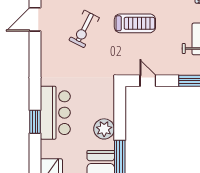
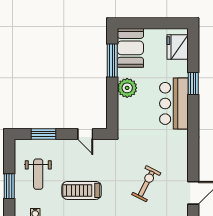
treadmill: (135, 23) -> (82, 190), moved
window: (35, 122) -> (193, 83), moved

